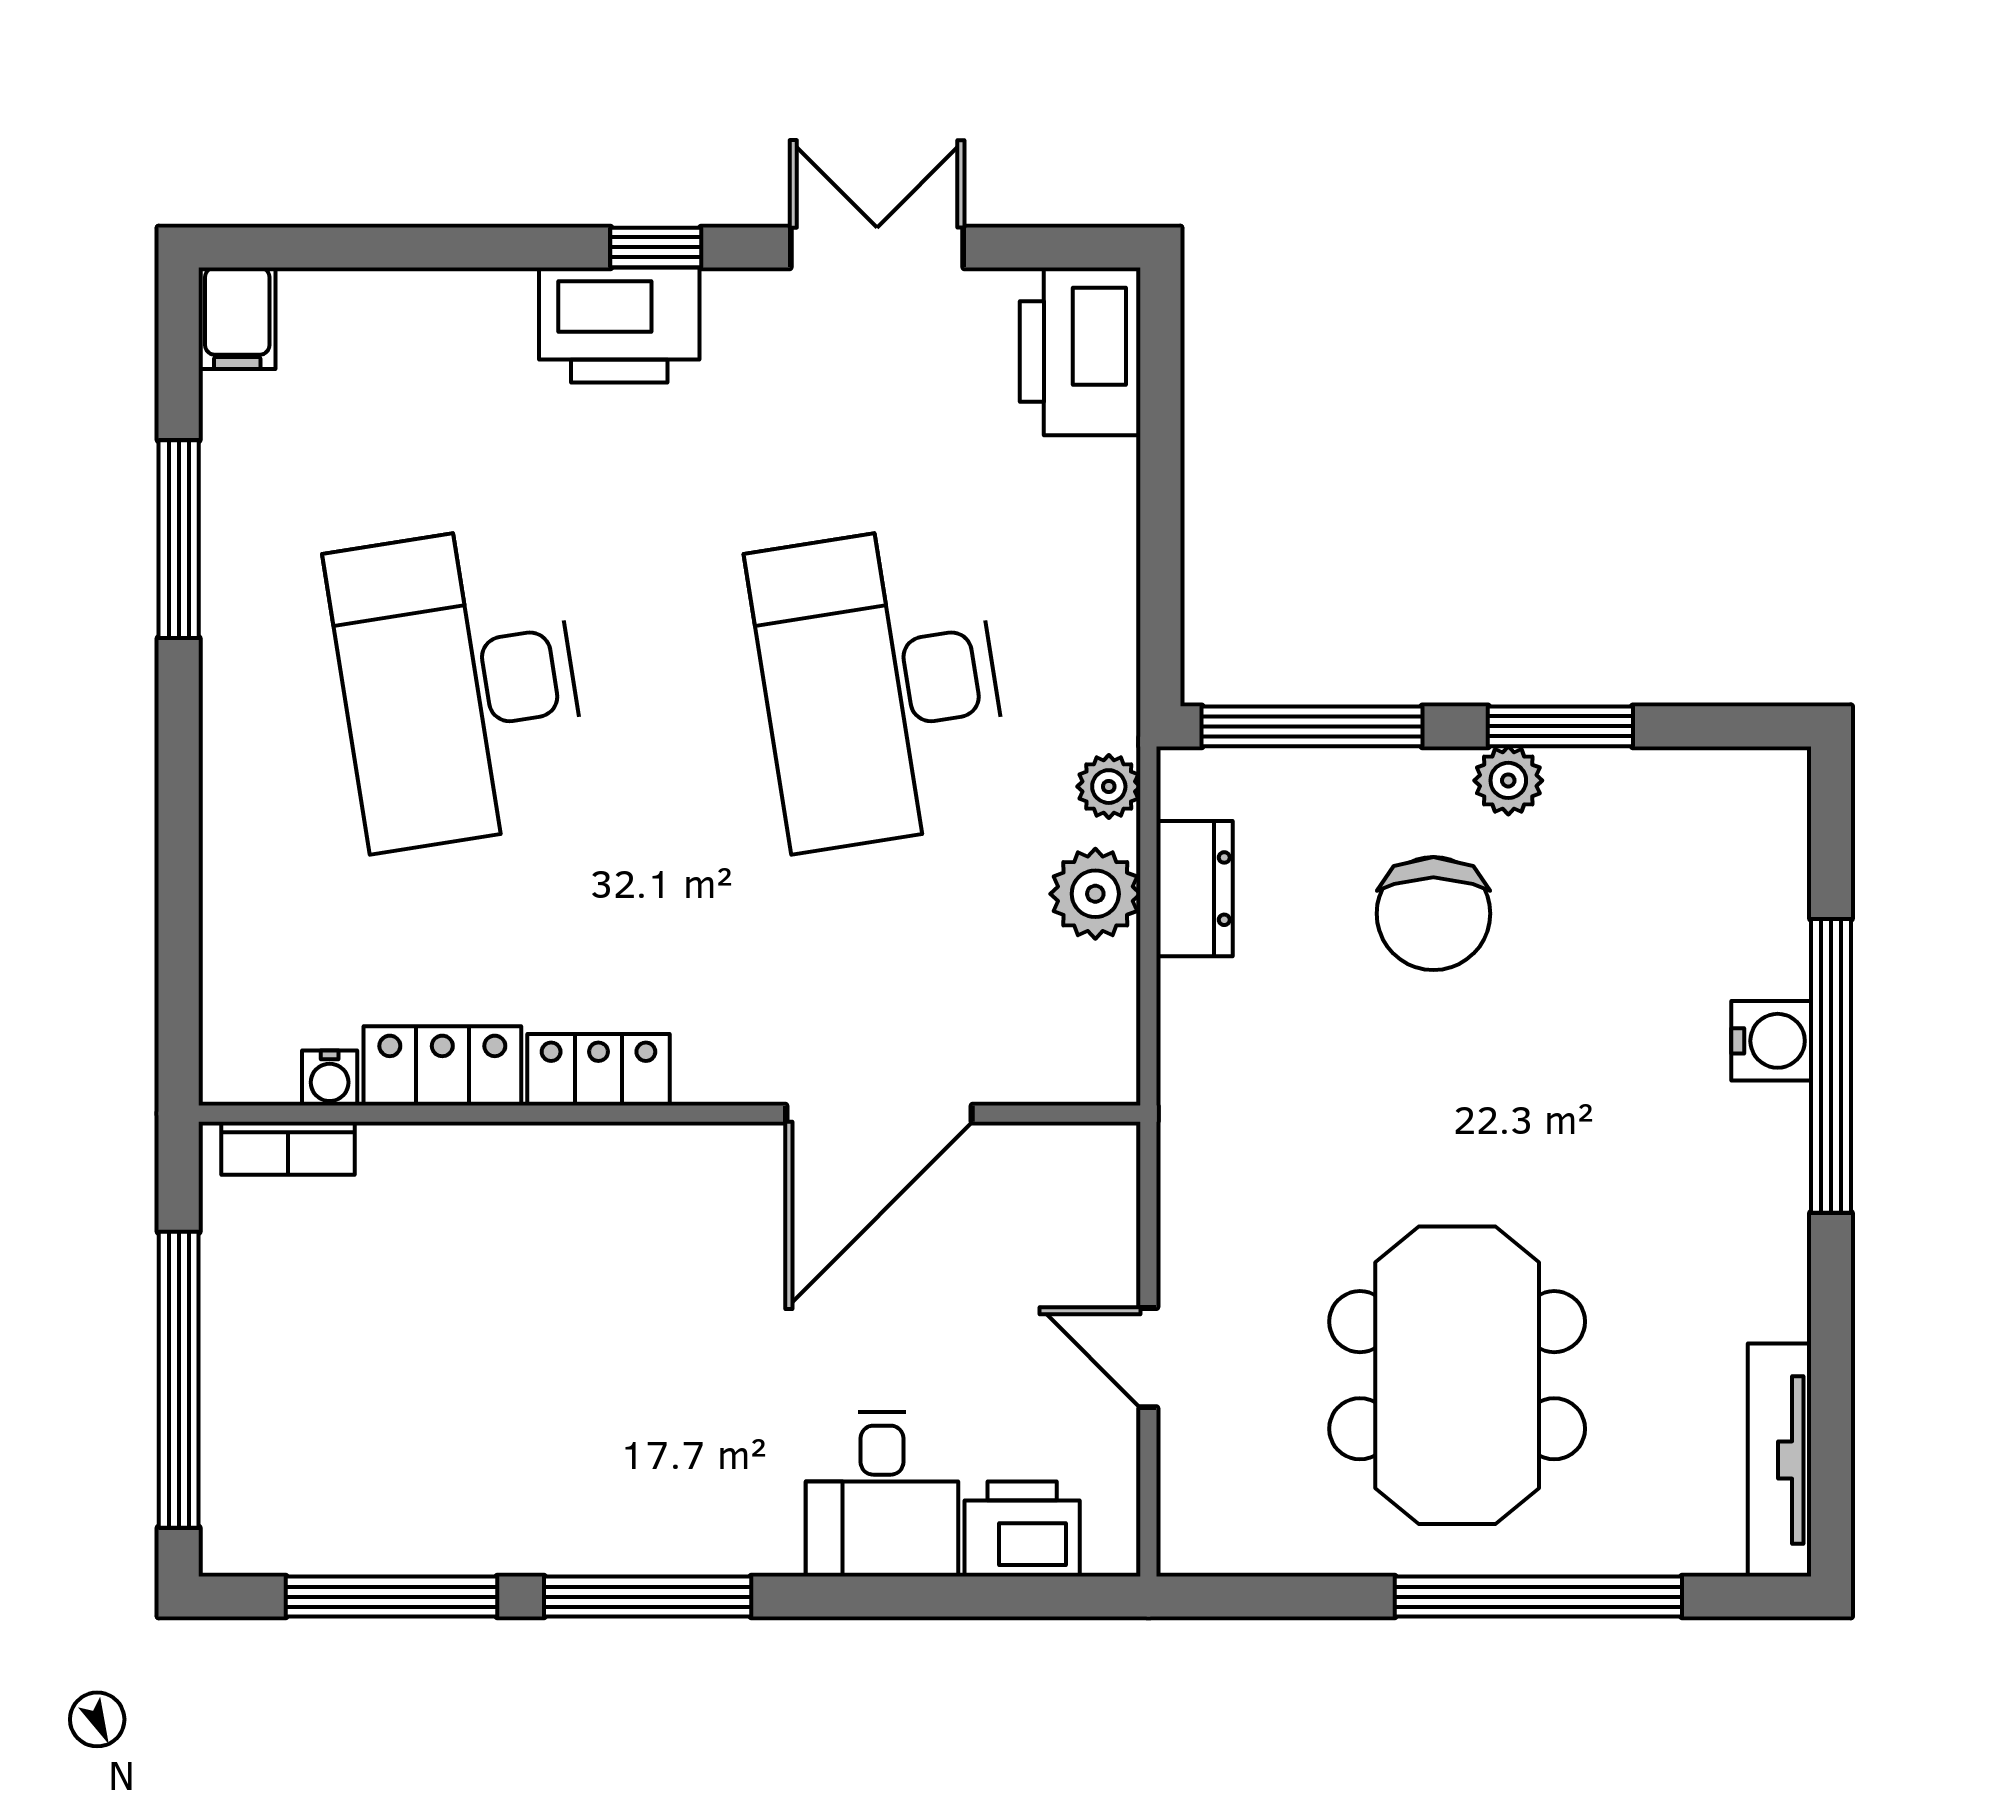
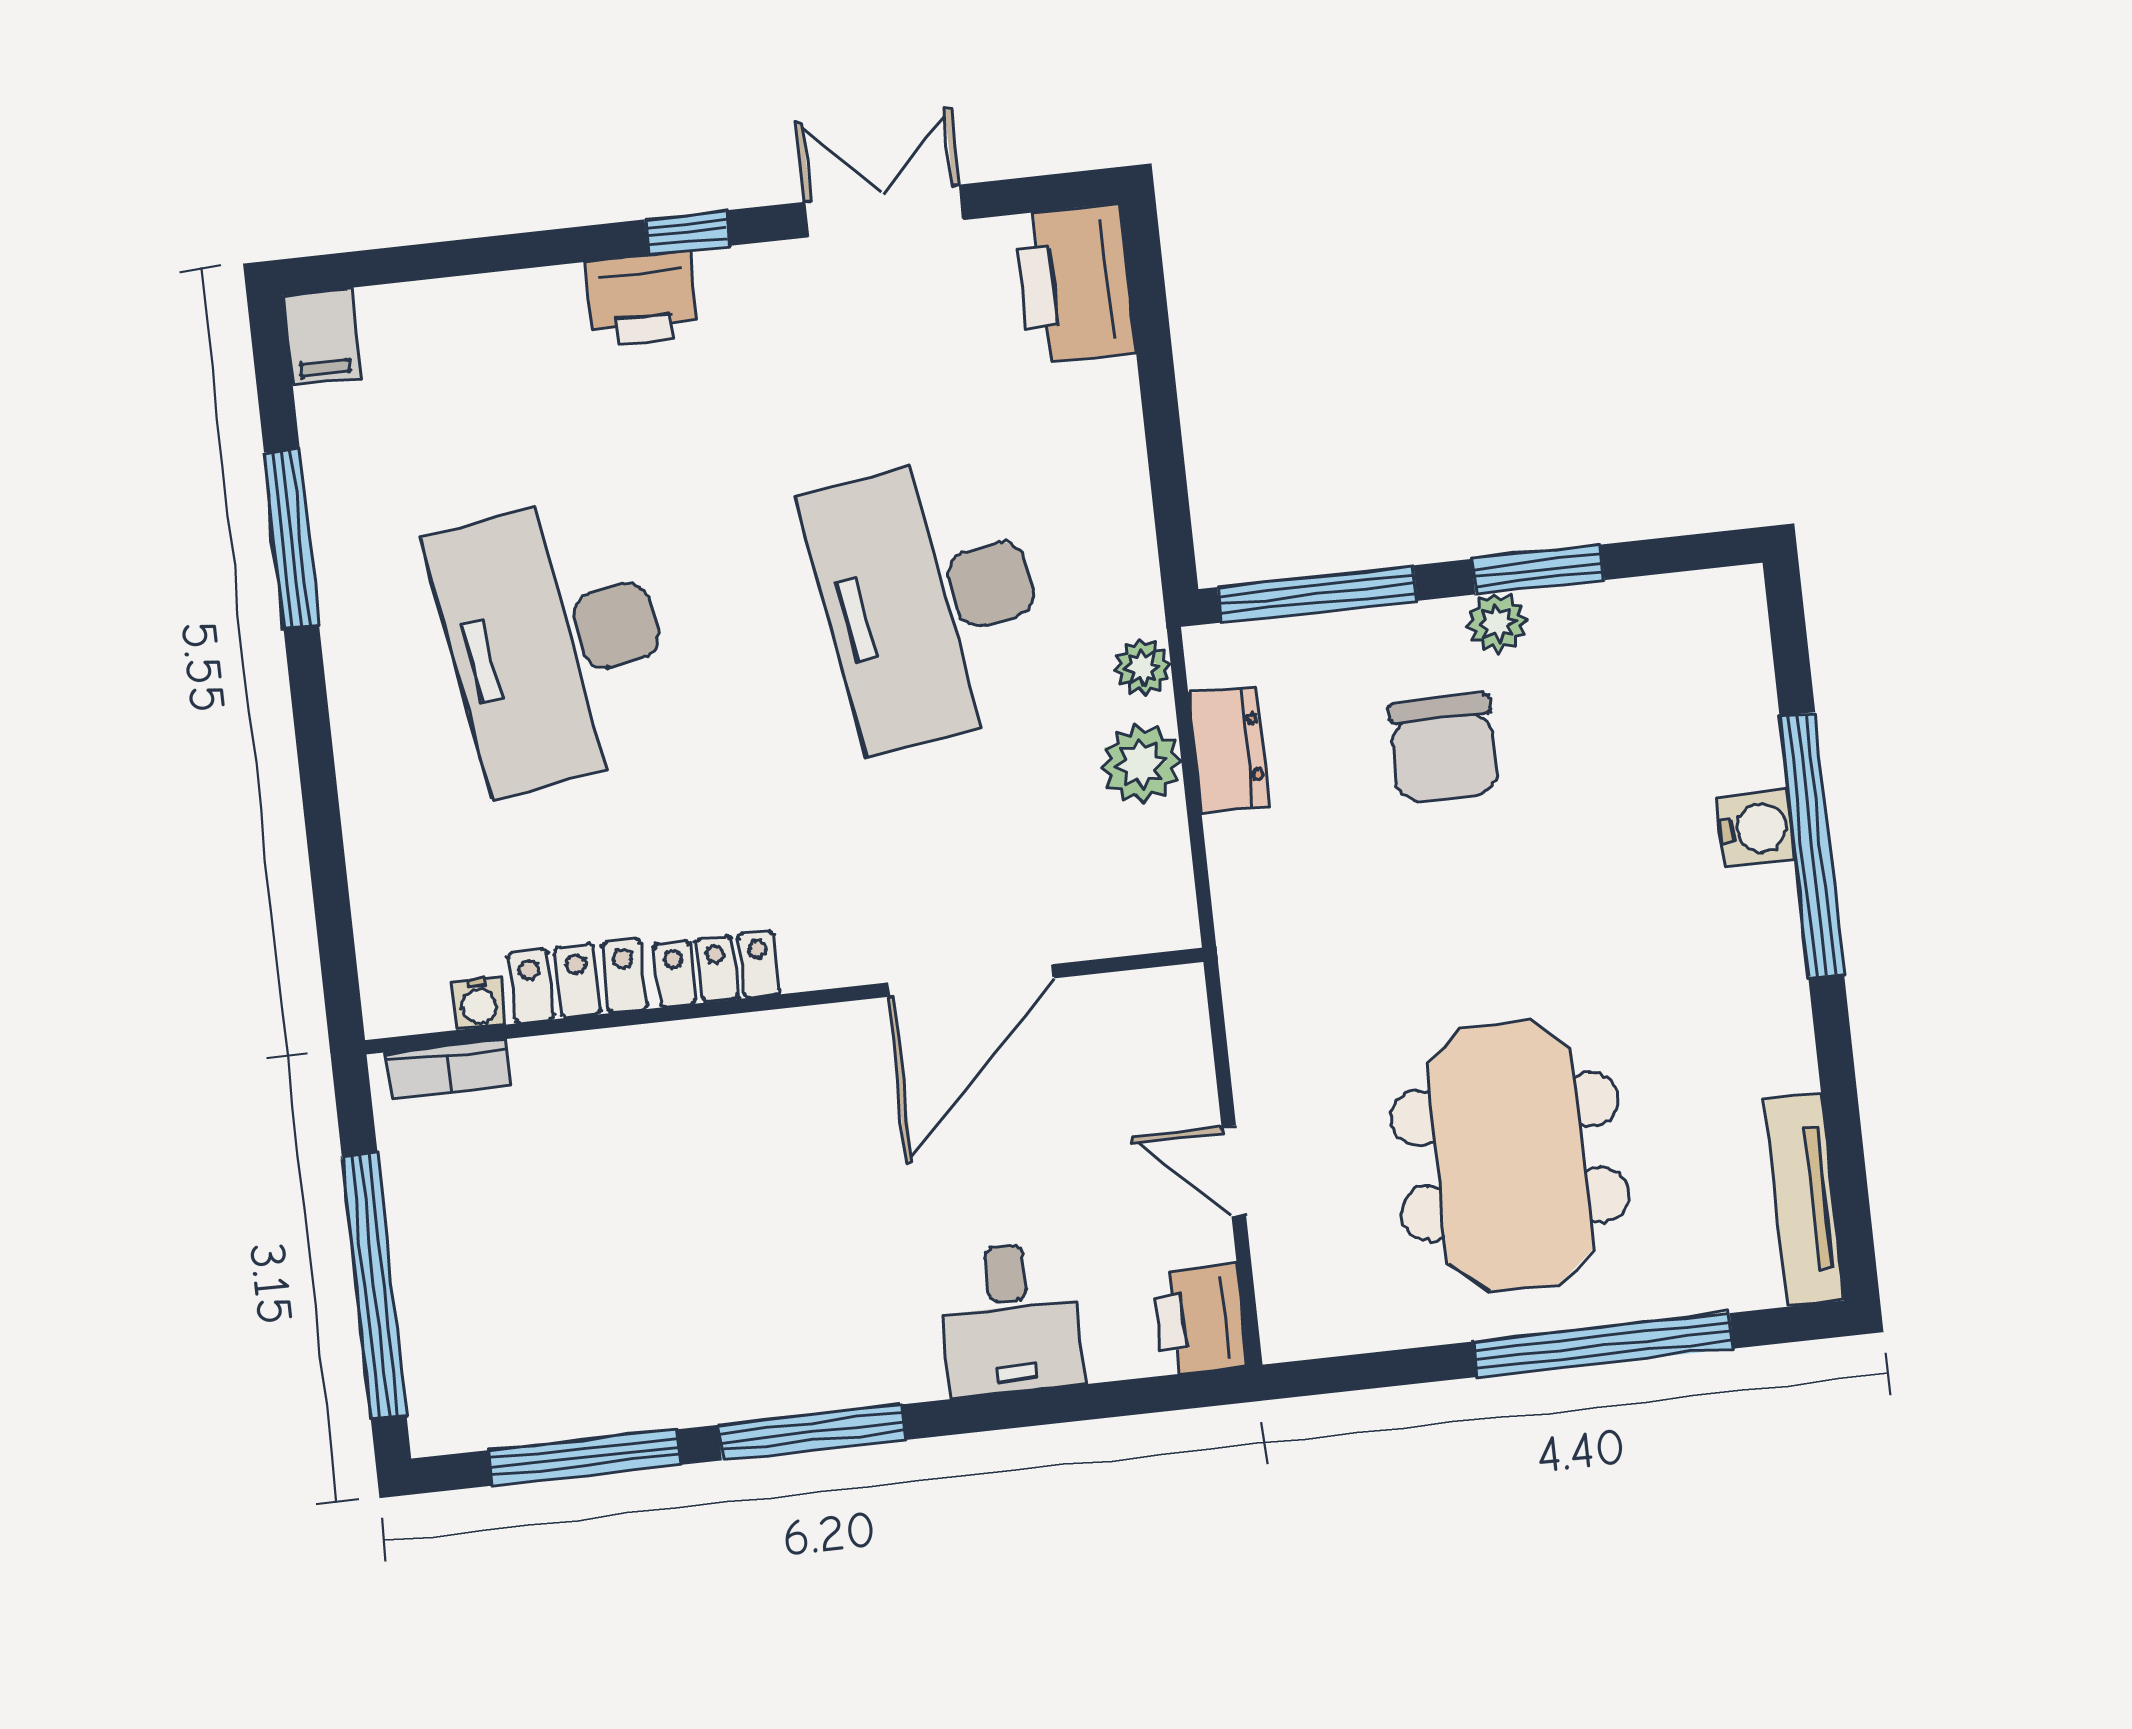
printer: (619, 325) -> (642, 299), width x0.73, depth x0.84
printer: (1022, 1529) -> (1200, 1320), moved, turned -90

